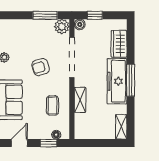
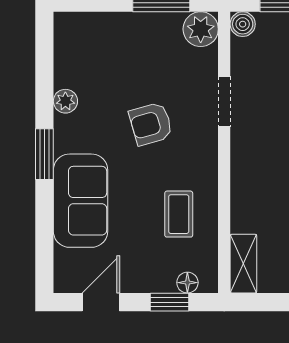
doorway: (72, 57) -> (224, 102), width x0.53
shelving: (80, 100) -> (243, 264), moved

